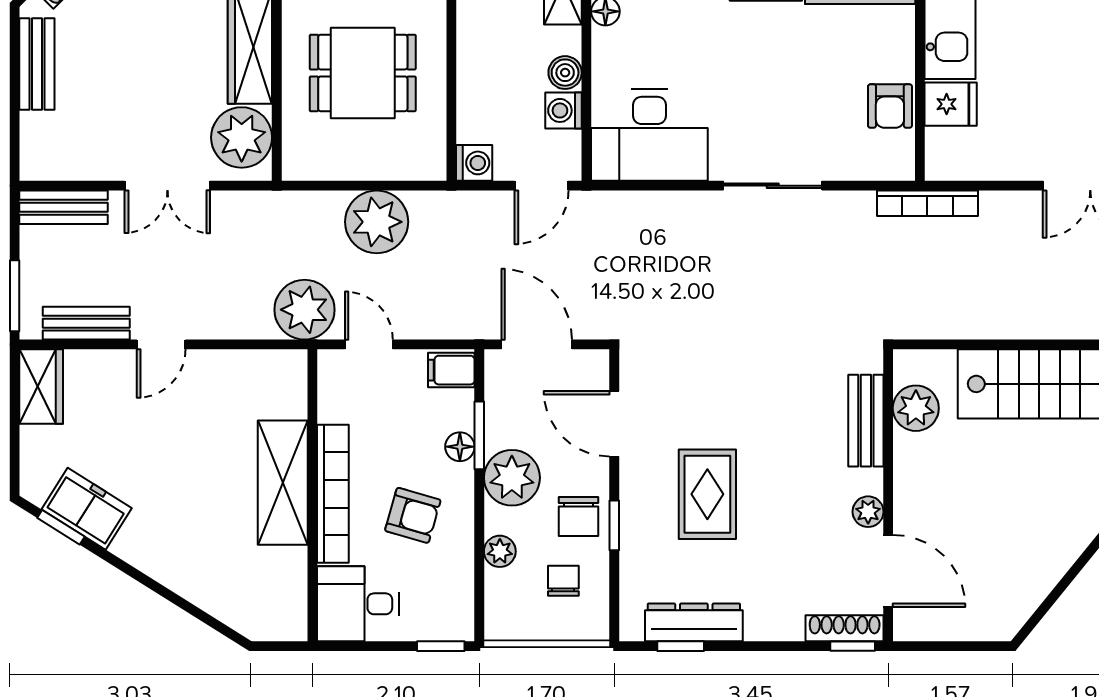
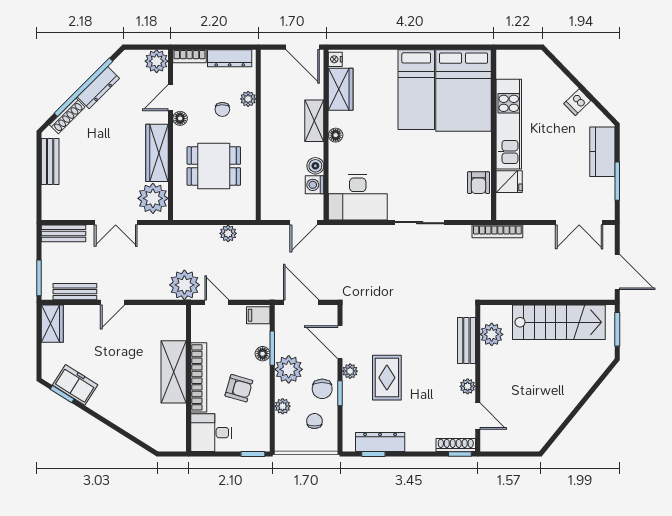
washing machine: (474, 163) -> (270, 211), removed
plant: (377, 222) -> (228, 233), width x0.53, depth x0.53
plant: (634, 481) -> (350, 371), added
door: (888, 571) -> (478, 416), width x0.73

